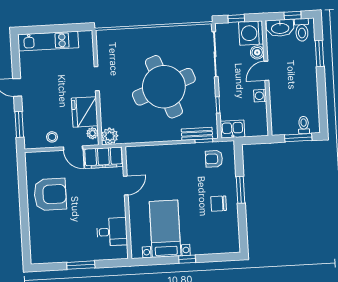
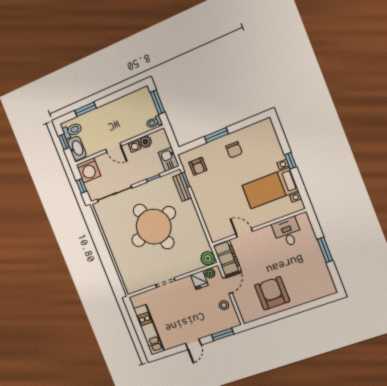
boiler: (257, 52) -> (145, 142), moved
fridge: (85, 112) -> (199, 280), width x0.53, depth x0.75
toilet: (304, 125) -> (154, 122), moved

